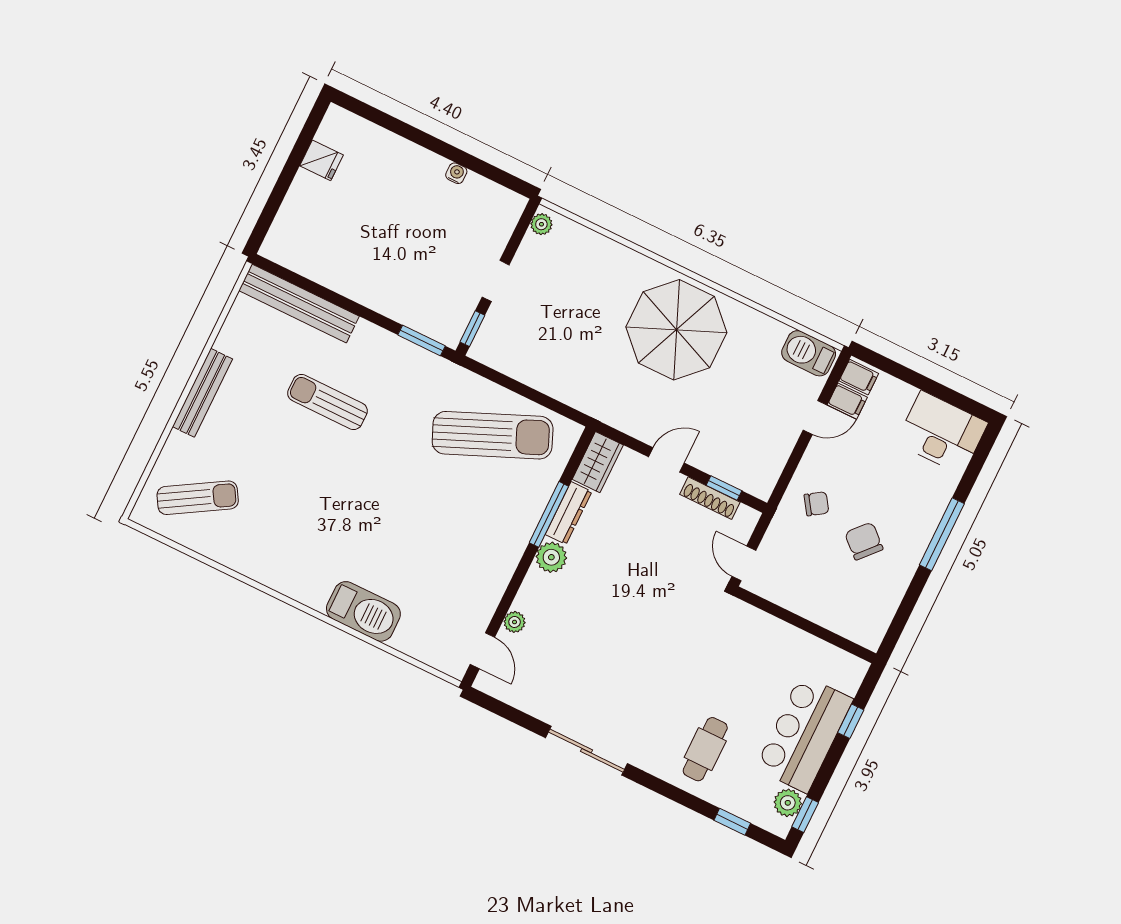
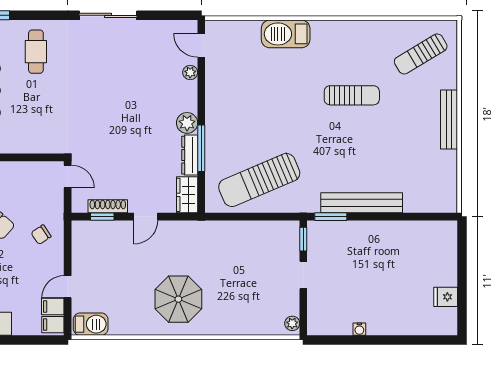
bench: (299, 303) -> (362, 203), moved
parasol: (676, 330) -> (178, 299), width x0.73, depth x0.73
sun lounger: (327, 402) -> (352, 95), moved

